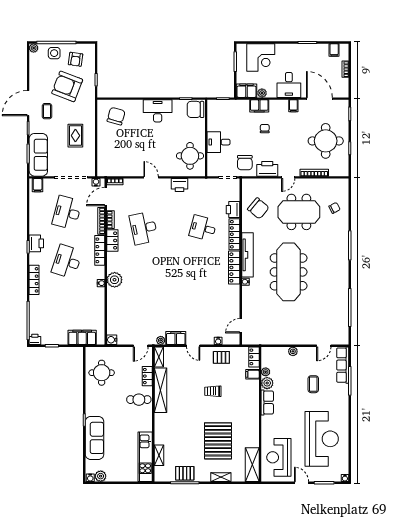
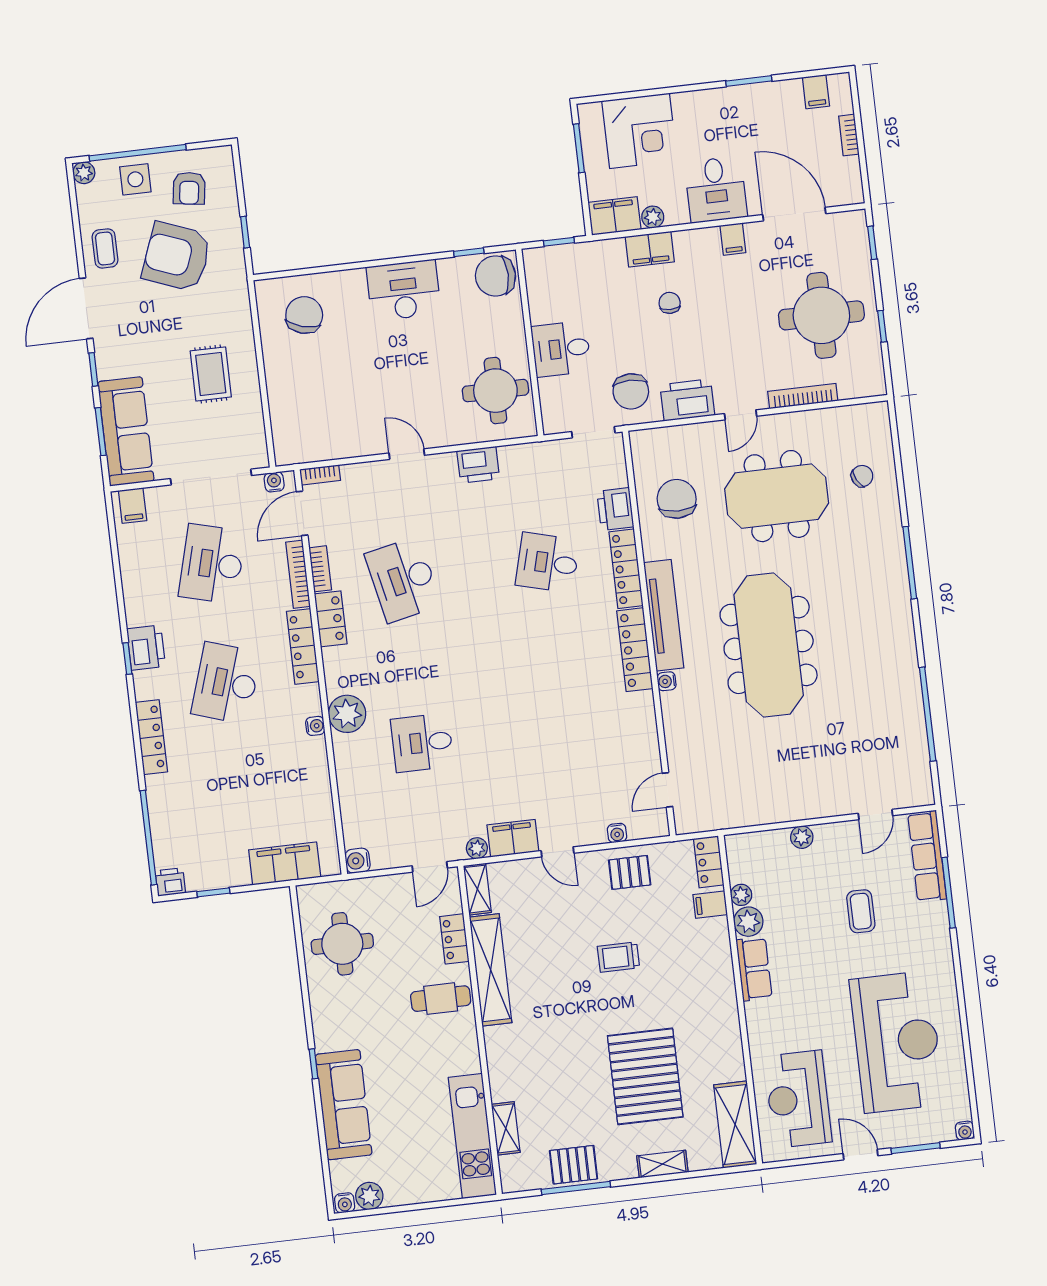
coffee table: (47, 111) -> (105, 248), moved
chair: (258, 208) -> (677, 499), turned -130
desk: (144, 295) -> (422, 743), added

